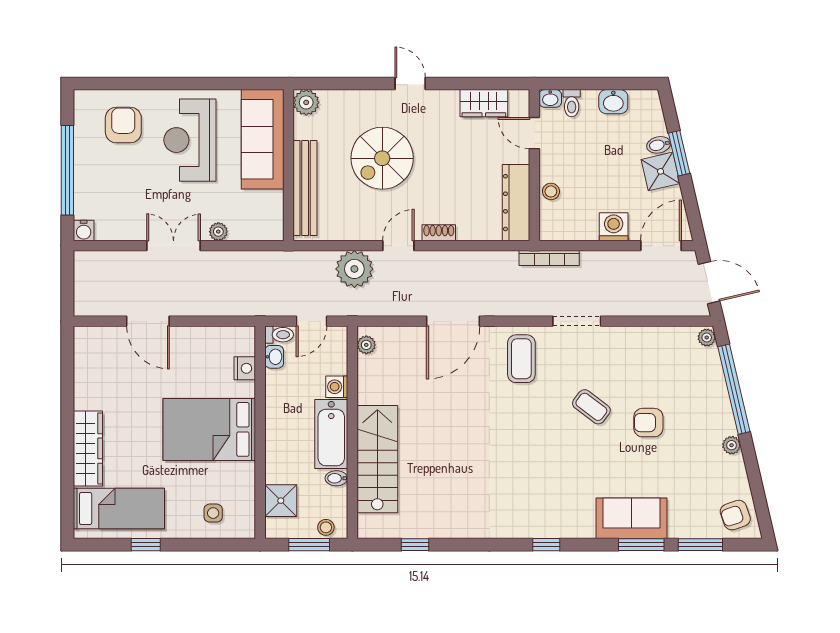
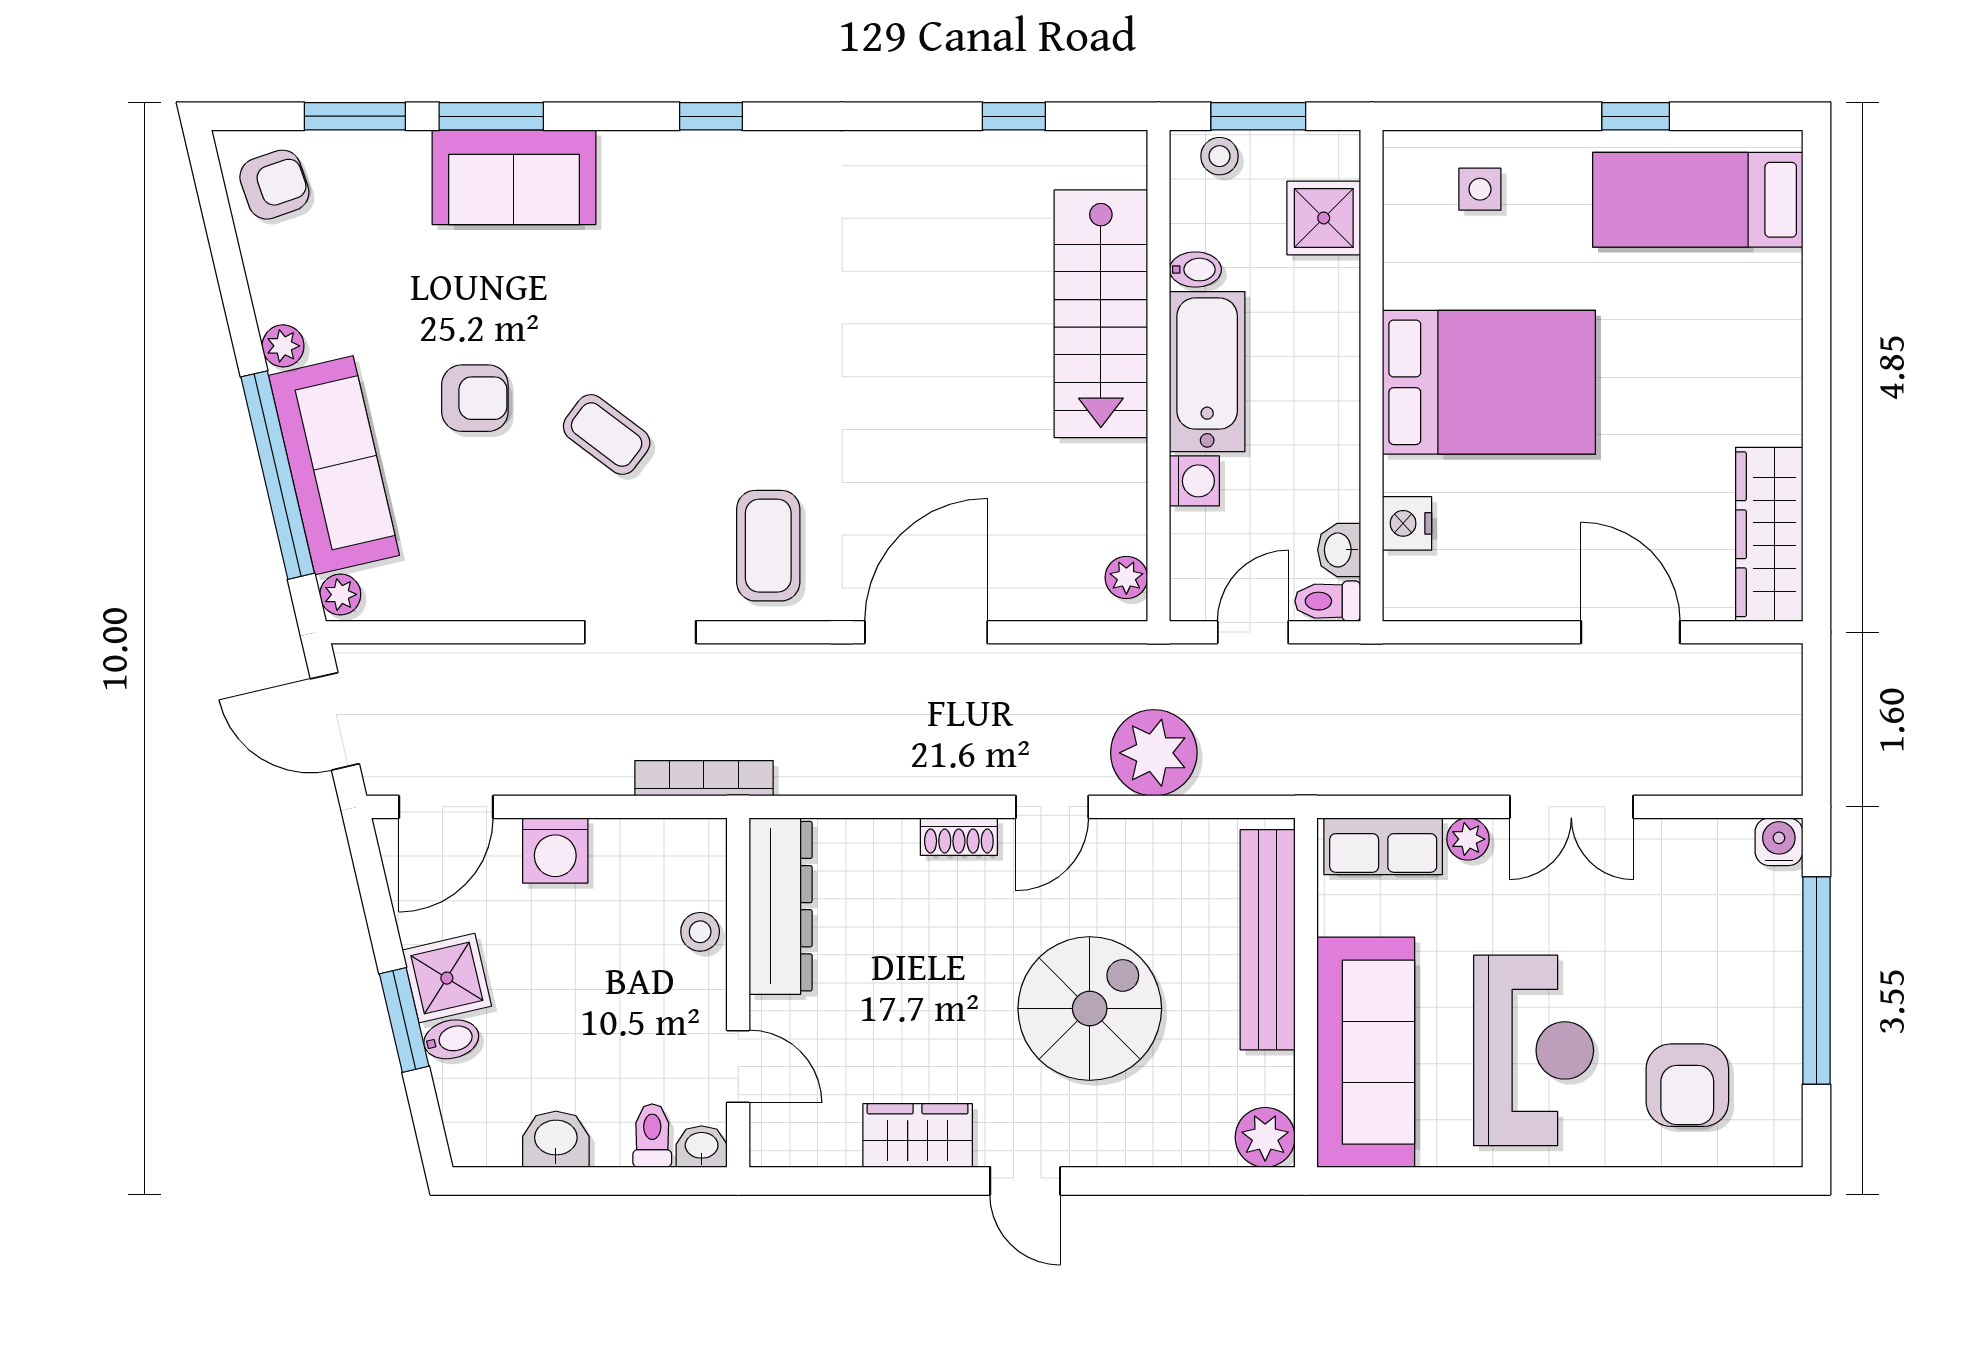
wardrobe: (484, 103) -> (918, 1135), moved
row of seats: (255, 229) -> (1383, 846), added
sofa: (709, 393) -> (334, 465), added
wardrobe: (88, 448) -> (1769, 534), moved

